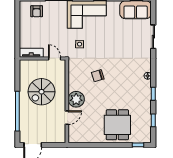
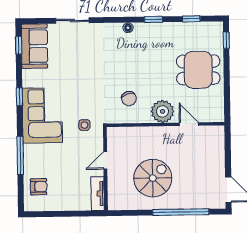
spiral stairs: (42, 92) -> (153, 178), turned -90
plant: (76, 99) -> (163, 111), moved
wall: (67, 101) -> (166, 124), moved
door: (67, 118) -> (189, 124), moved

